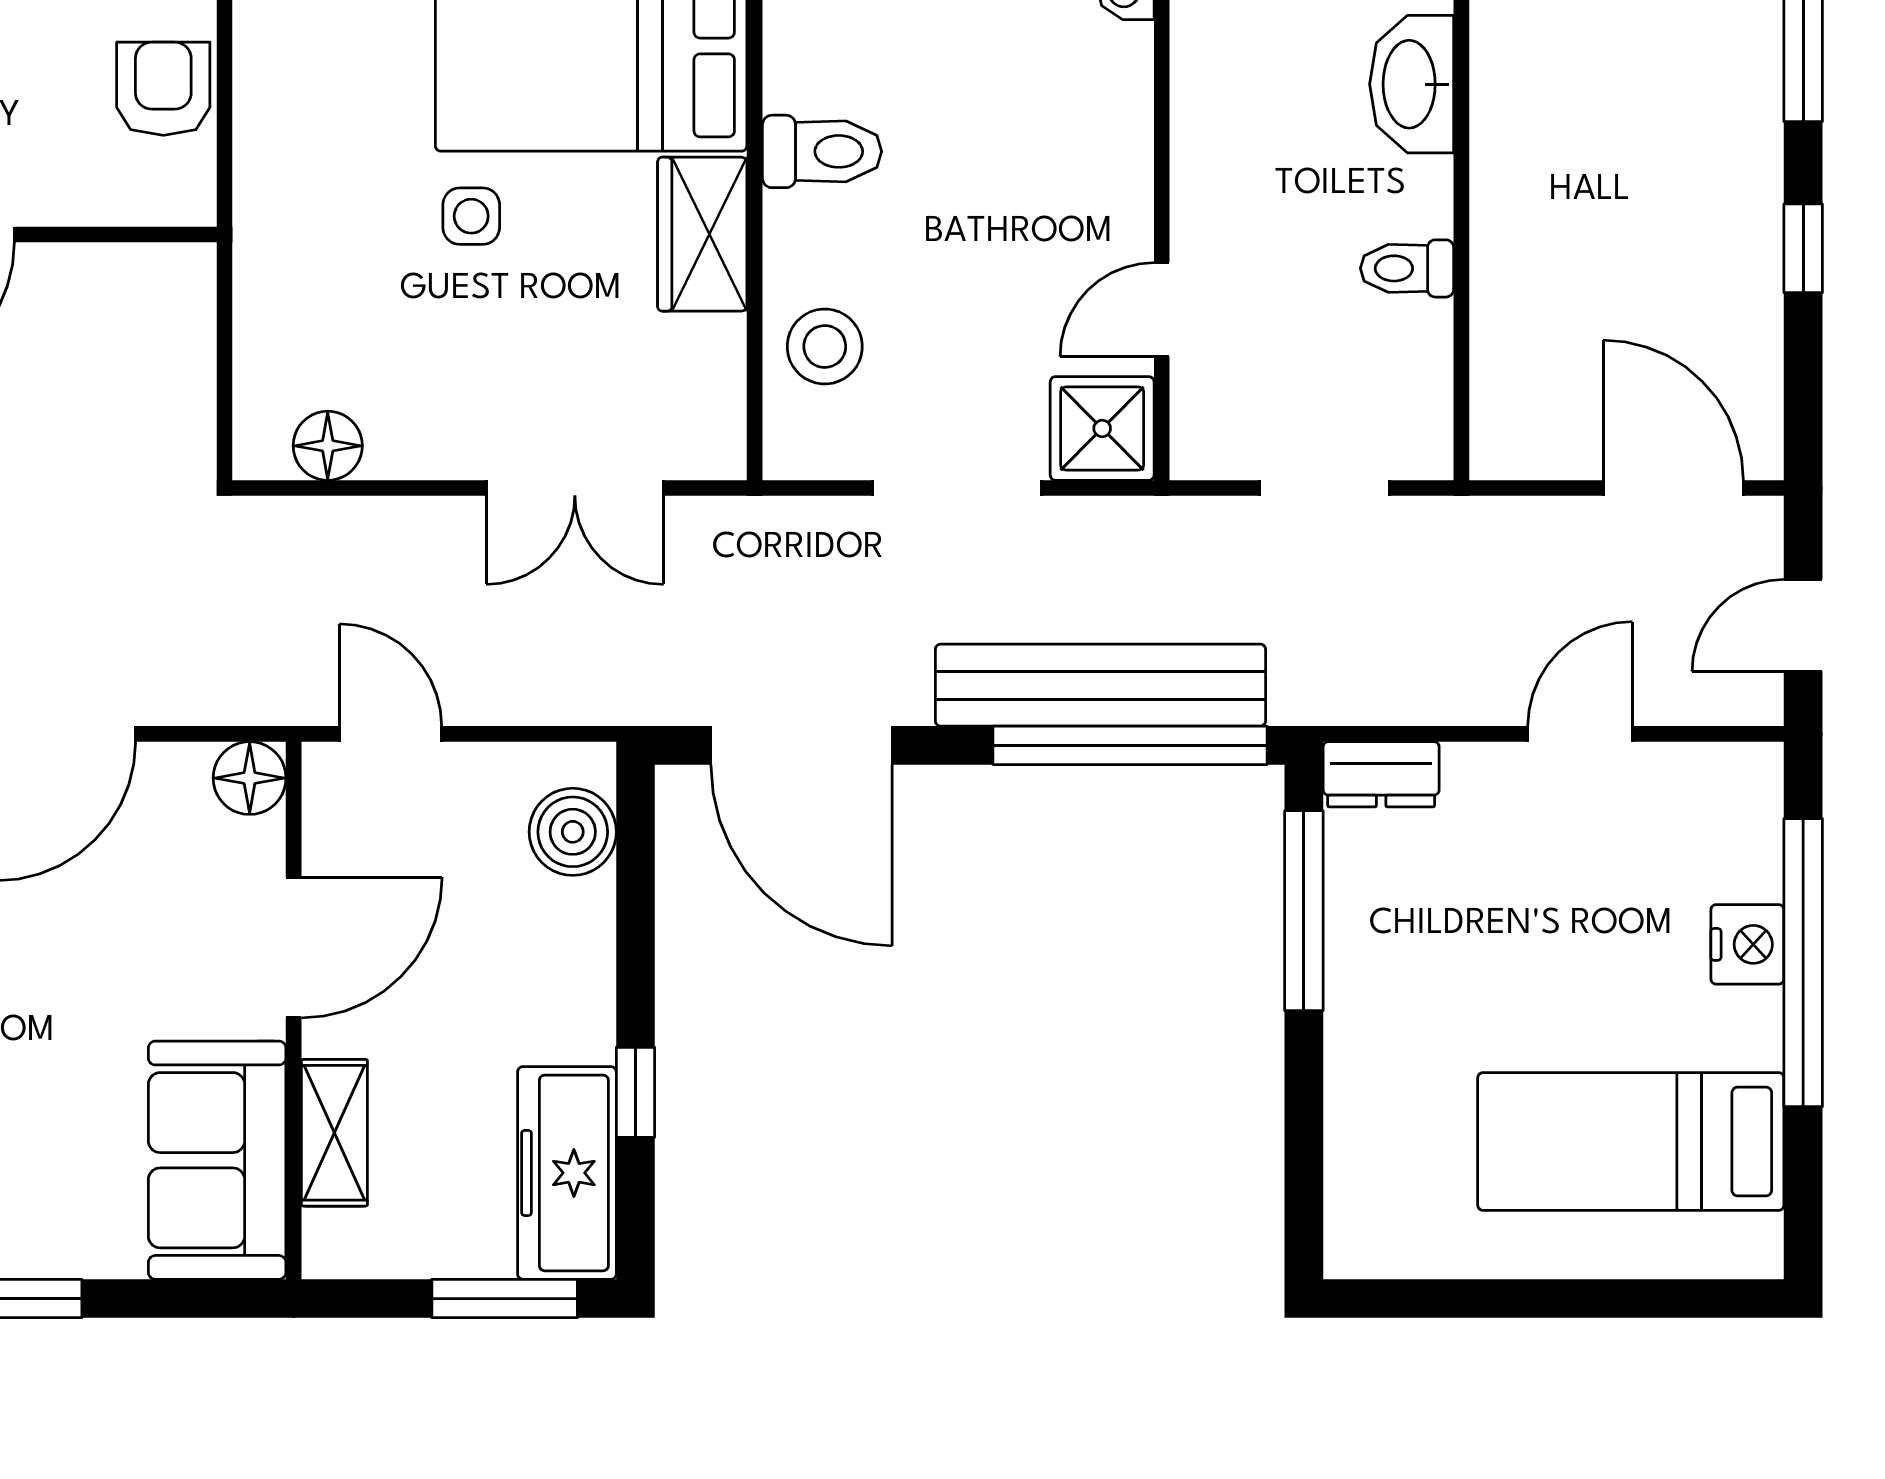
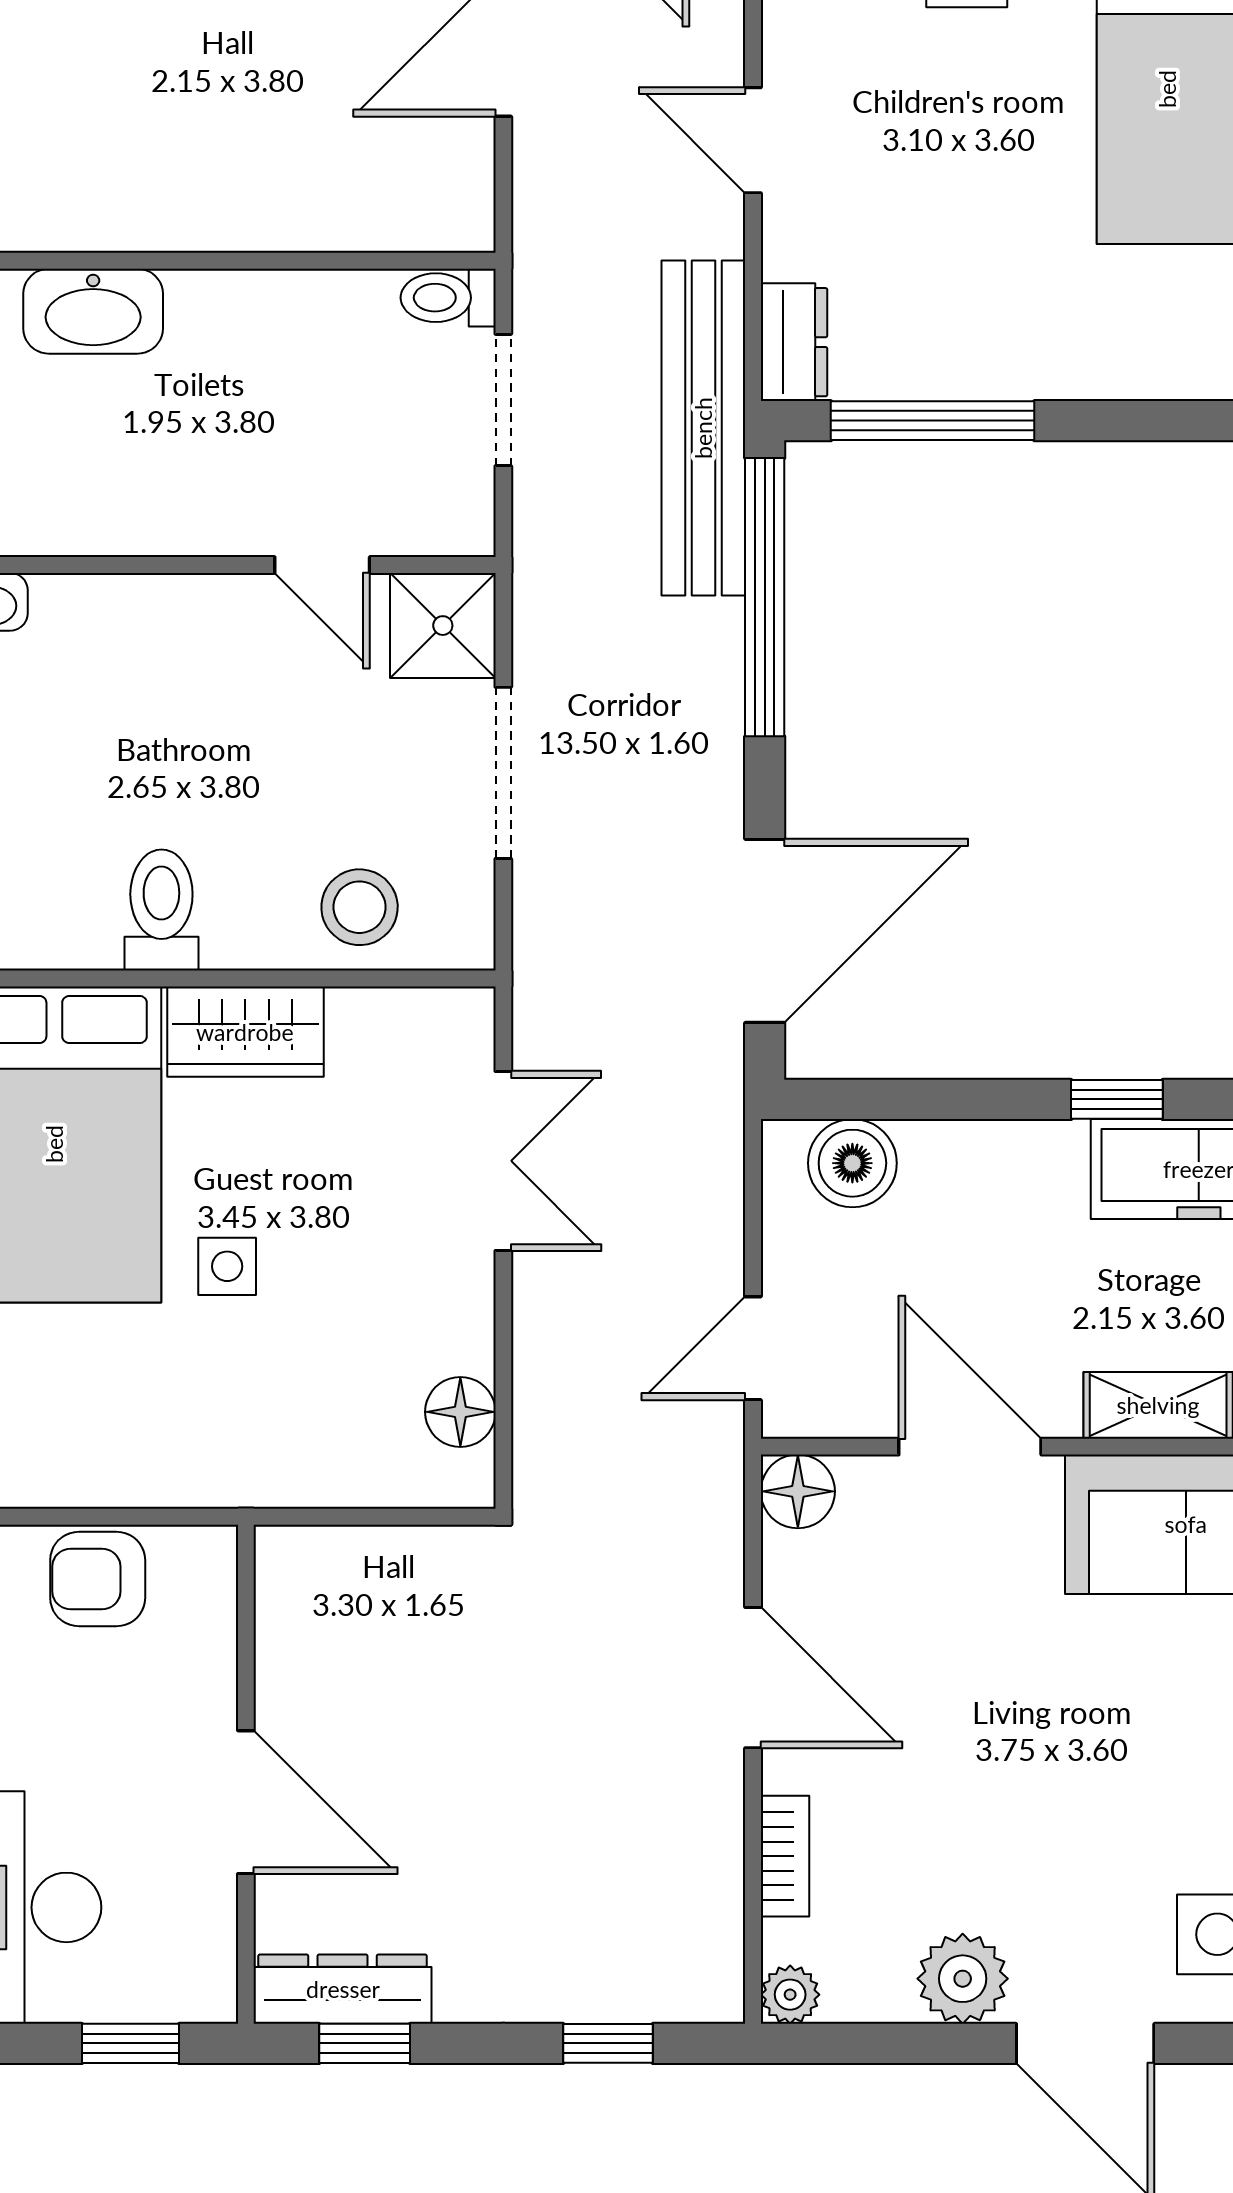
toilet: (1407, 268) -> (448, 298), moved, turned 90
bench: (1100, 685) -> (703, 428), moved

